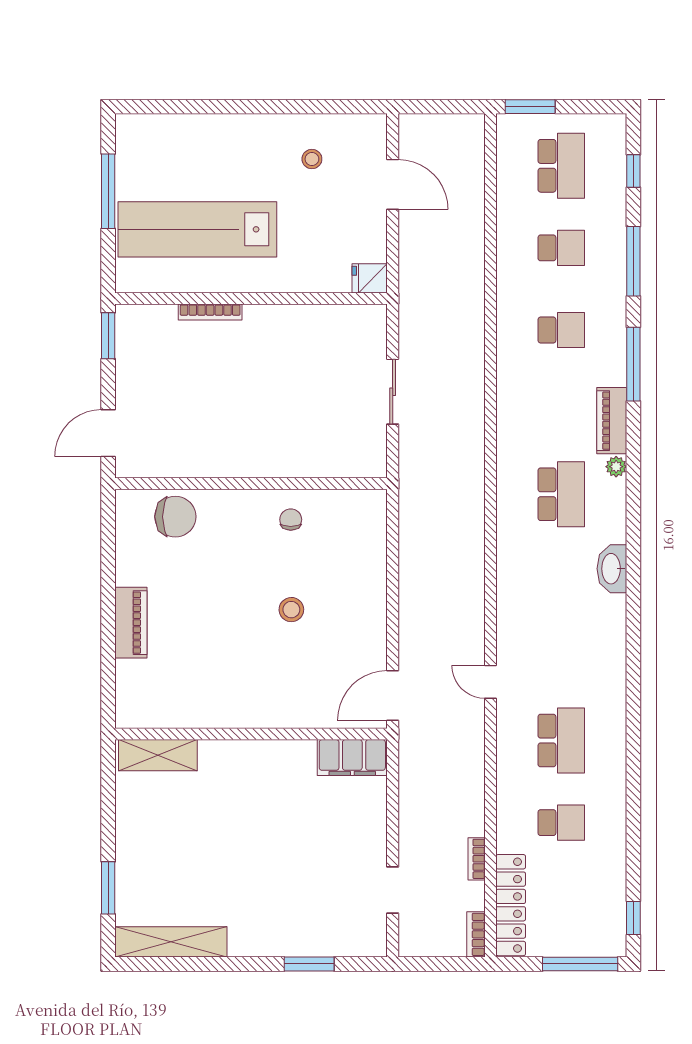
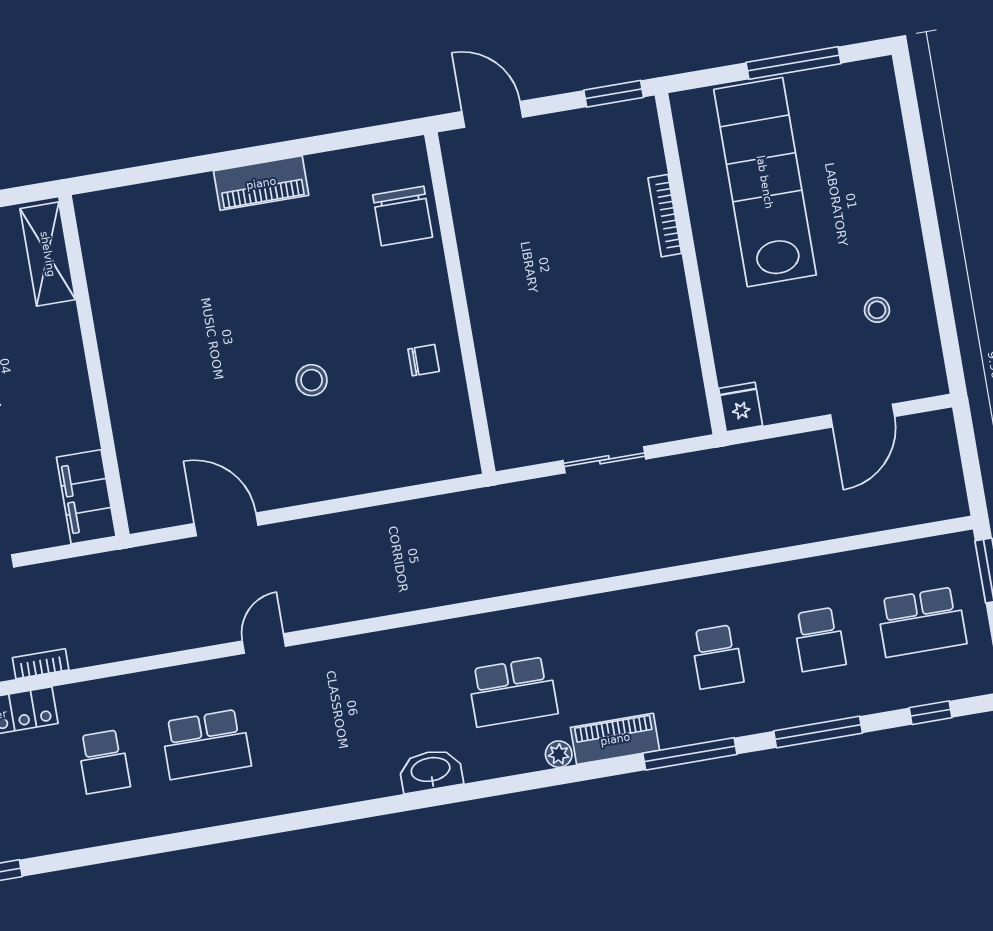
wall: (251, 734) -> (94, 366), moved
shelving: (158, 755) -> (48, 254), moved
filing cabinet: (352, 757) -> (86, 497), moved

